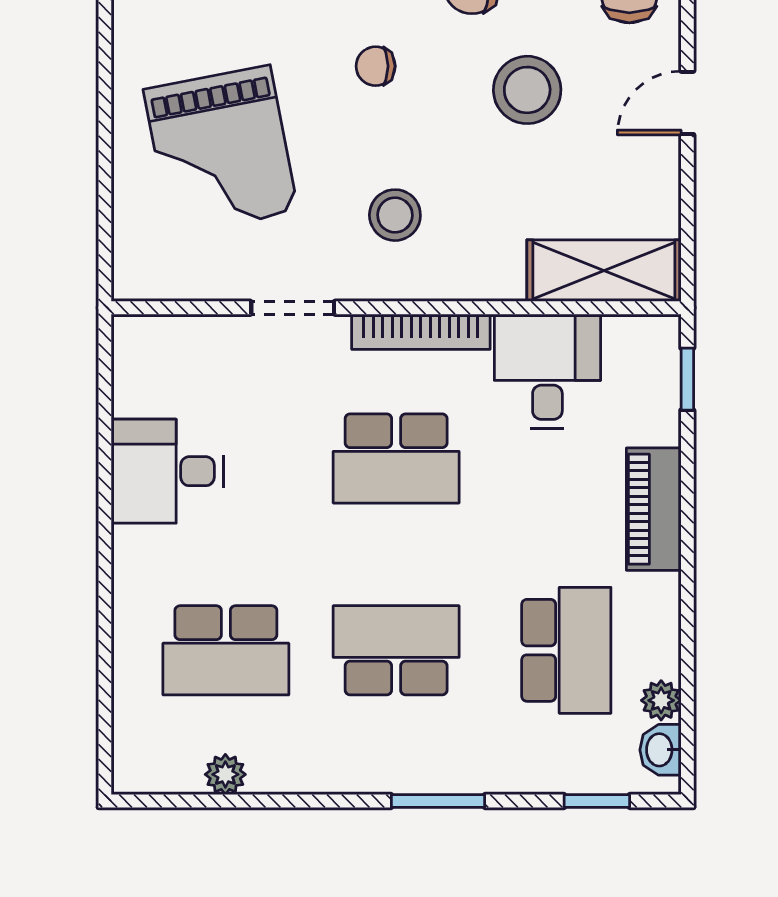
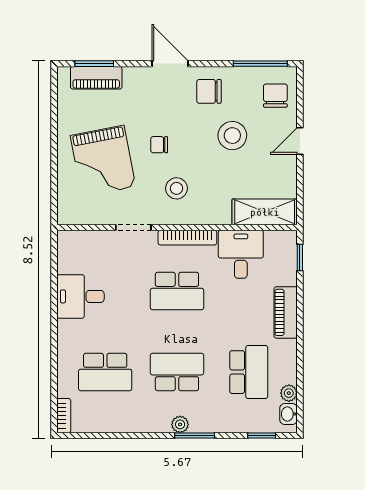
chair: (376, 66) -> (159, 145), moved
bookcase: (128, 754) -> (64, 416), added
plant: (225, 774) -> (180, 424), moved

